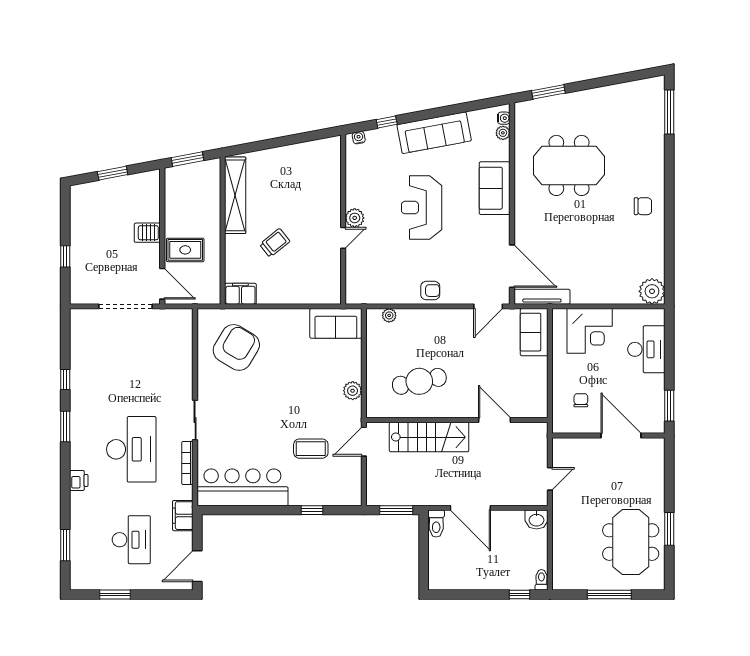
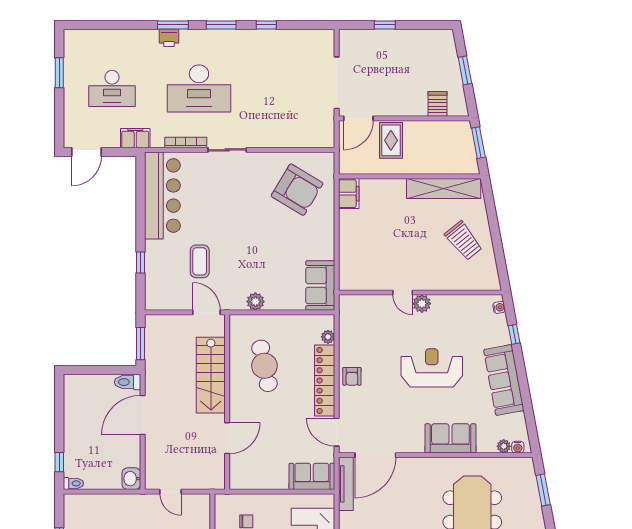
server rack: (147, 233) -> (437, 104), moved
trolley: (275, 243) -> (464, 241), moved, width x1.36, depth x1.39
locker: (435, 319) -> (325, 380), added
window: (65, 545) -> (173, 25), moved
door: (197, 566) -> (87, 152), swing flipped

